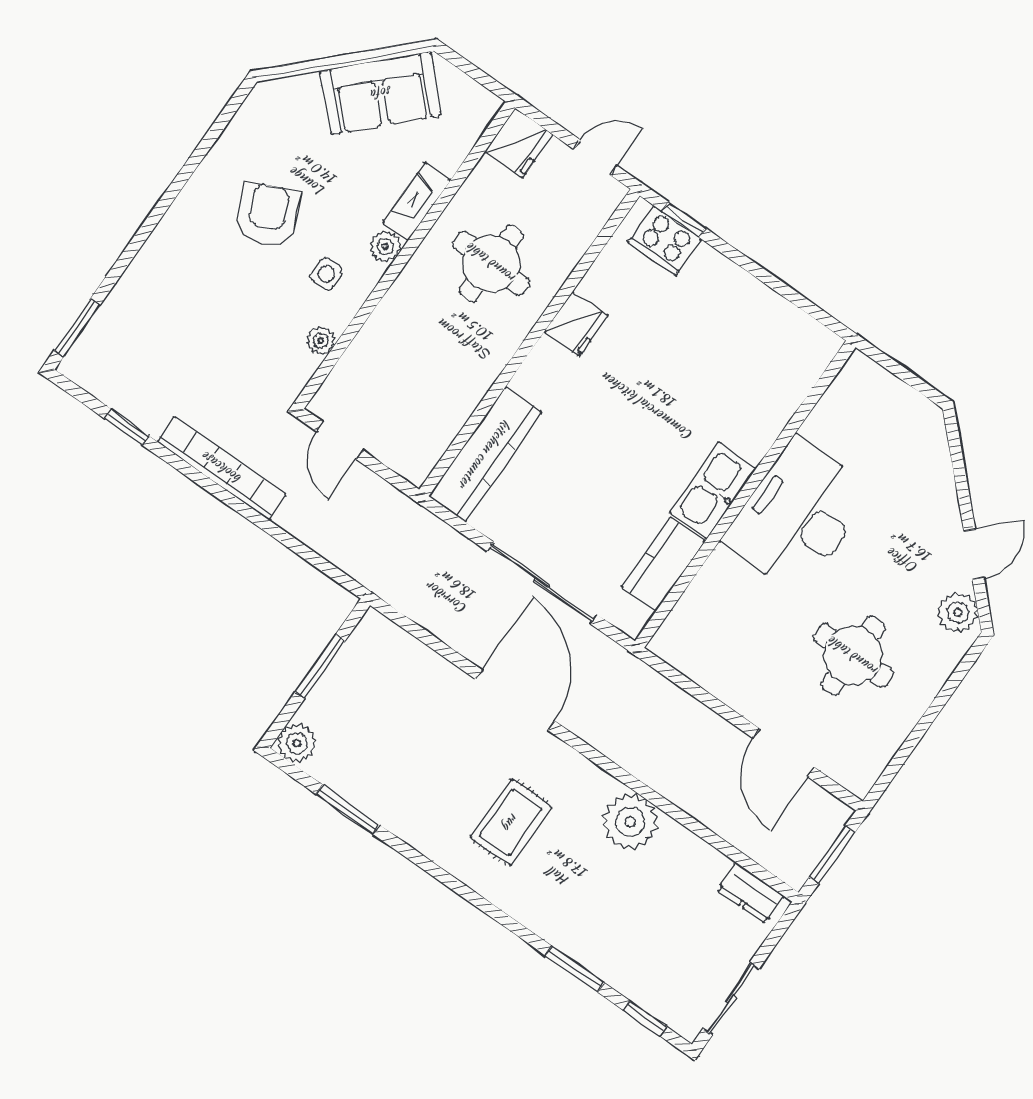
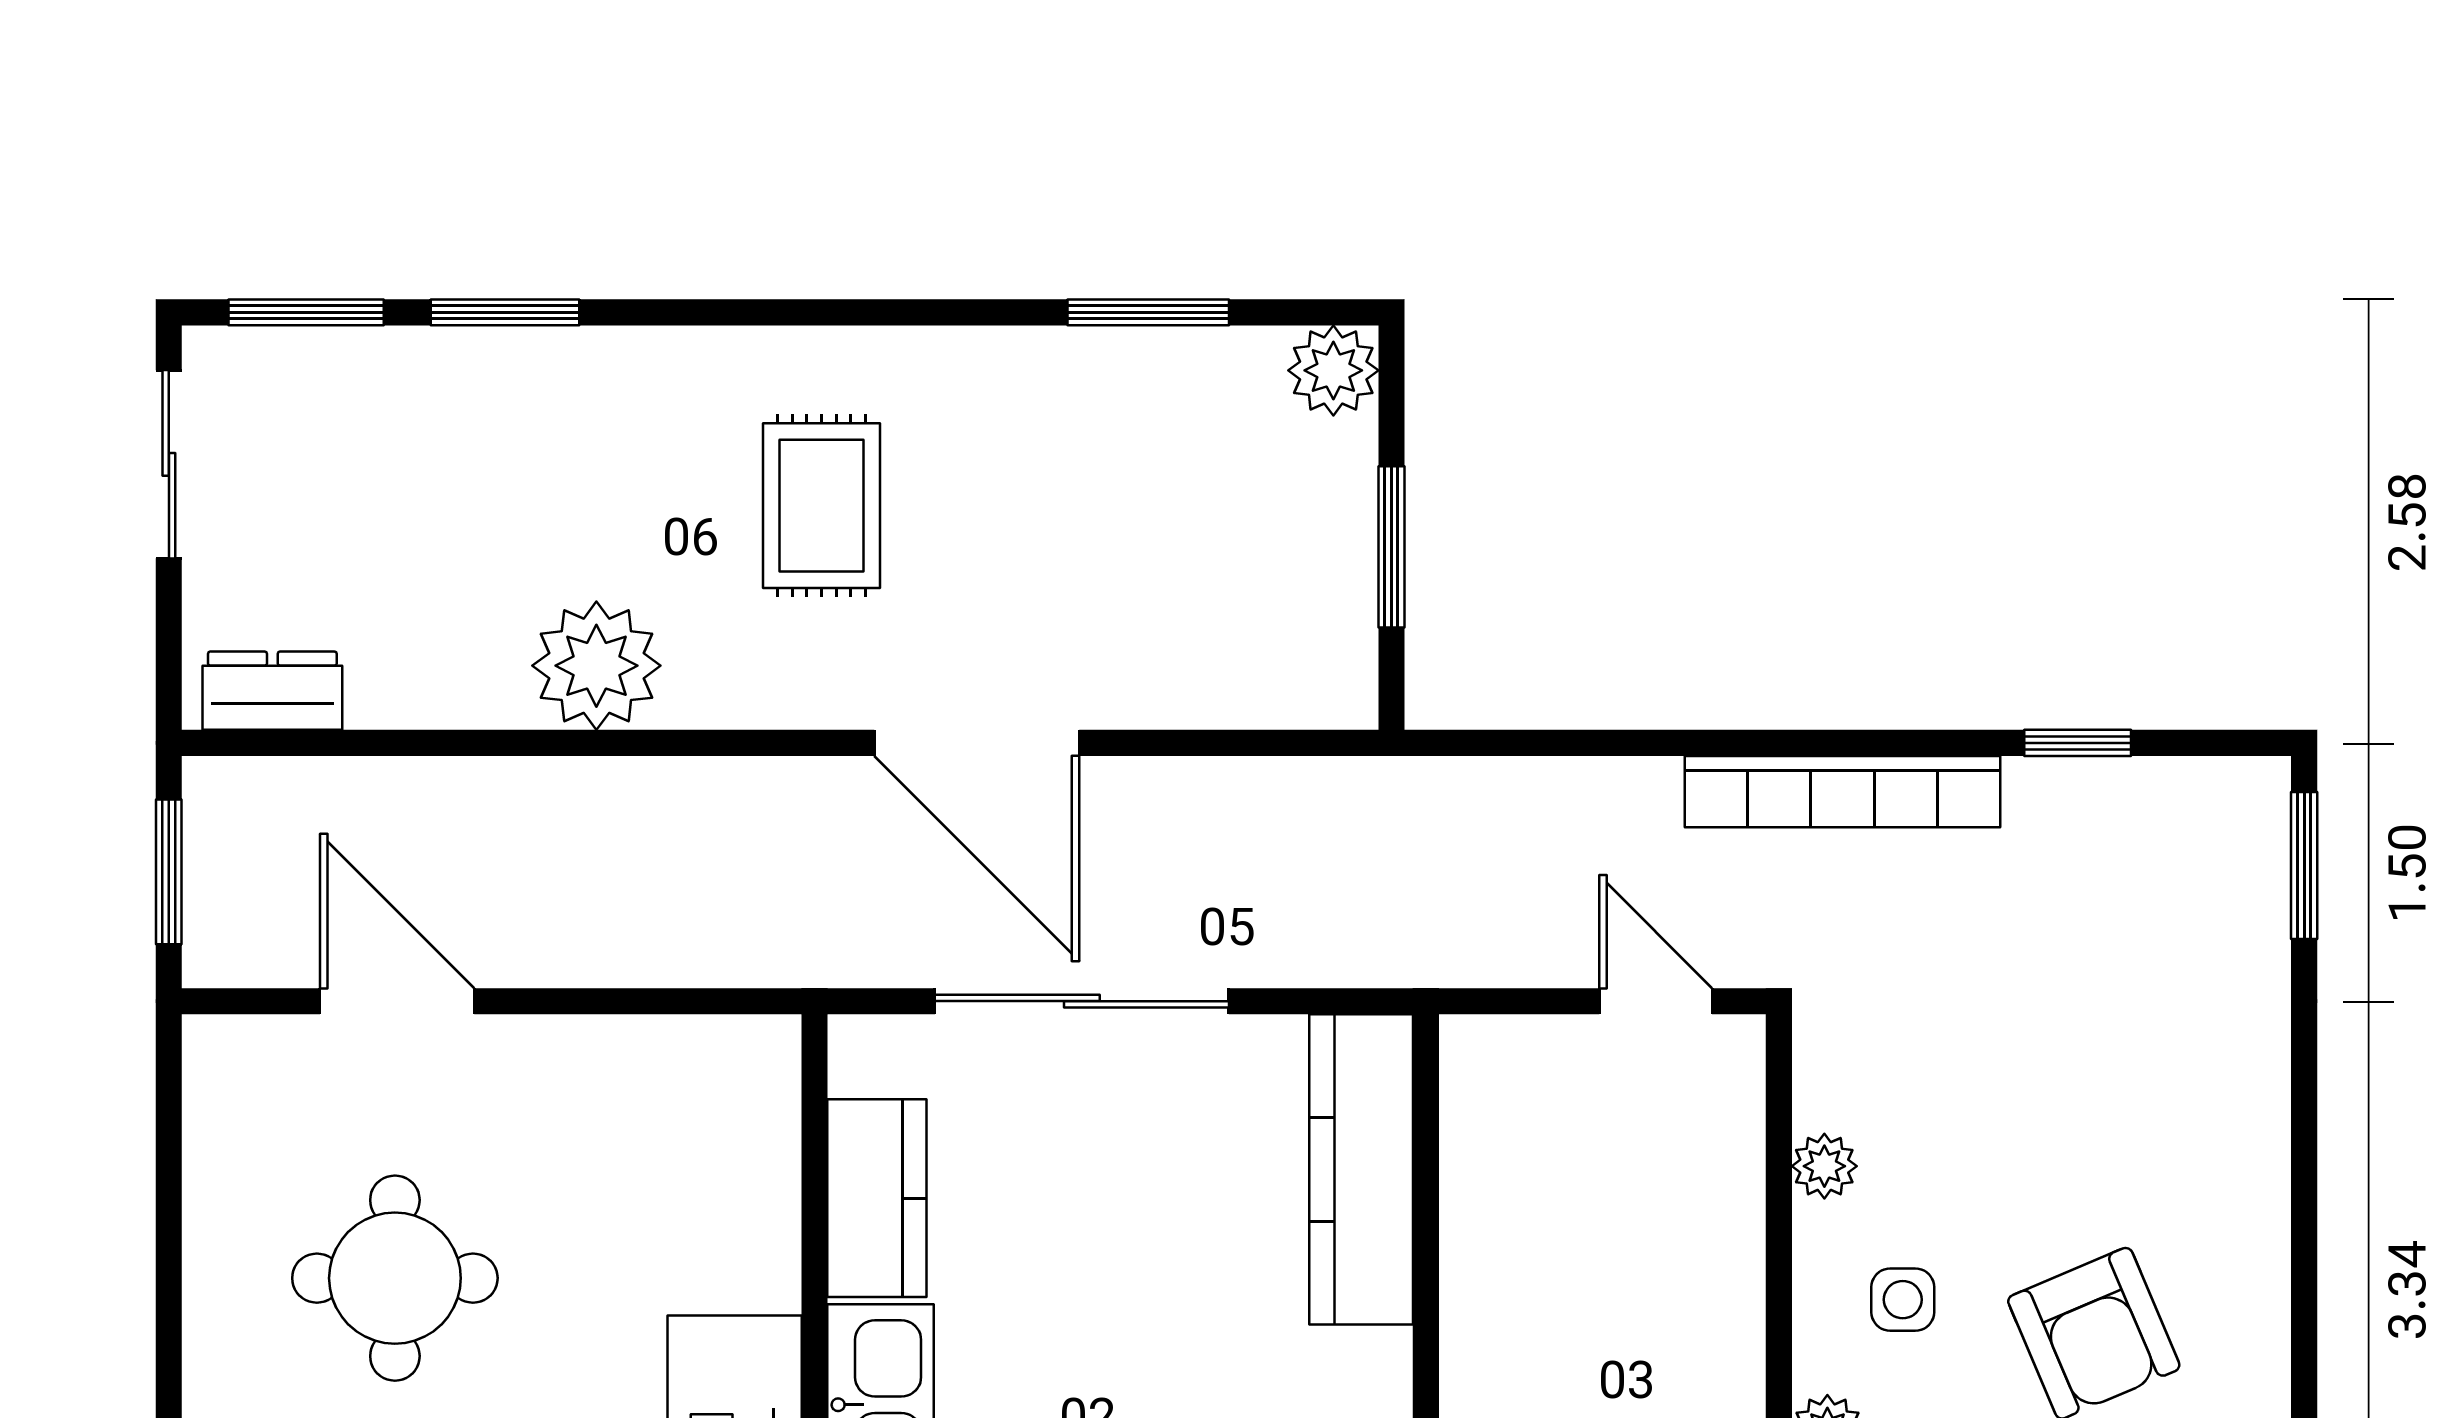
window: (645, 1018) -> (306, 312), width x1.50

